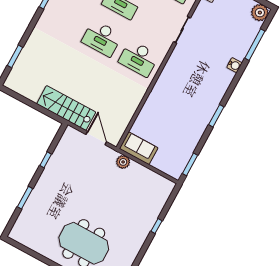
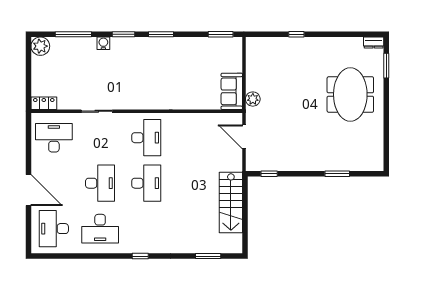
window: (233, 85) -> (123, 34), added
stairs: (66, 108) -> (231, 202), moved
door: (96, 138) -> (244, 137), hinge flipped
window: (46, 160) -> (269, 174), moved

